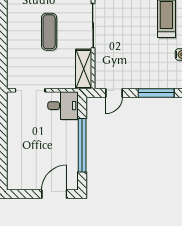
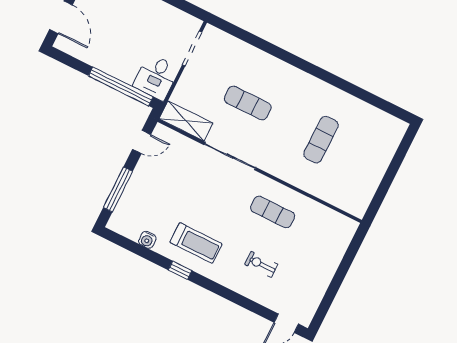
door: (114, 93) -> (142, 142), swing flipped
window: (82, 145) -> (121, 86), moved

